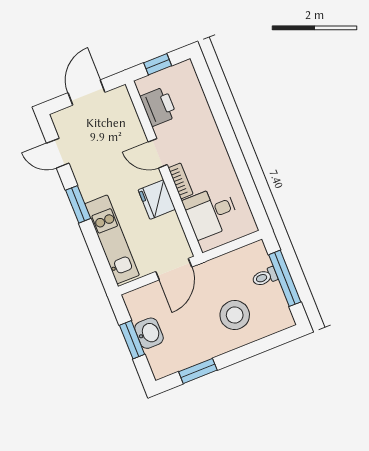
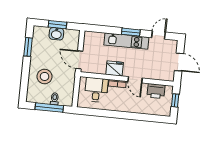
door: (158, 153) -> (135, 80), swing flipped
kitchen unit: (112, 239) -> (126, 41), moved

